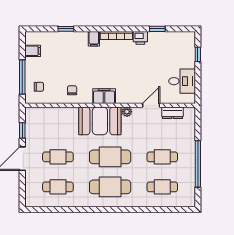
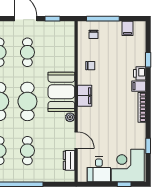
printer: (140, 38) -> (140, 73), moved
corner desk: (178, 51) -> (128, 165), added

